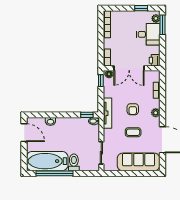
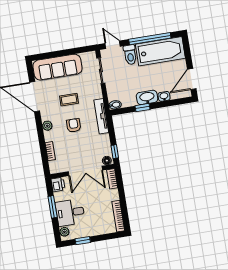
window: (162, 25) -> (53, 207), moved
double door: (129, 68) -> (85, 171), swing flipped
window: (87, 115) -> (142, 108), moved
washbasin: (65, 123) -> (147, 97), added
door: (24, 133) -> (192, 79), hinge flipped
door: (88, 173) -> (113, 45), added

